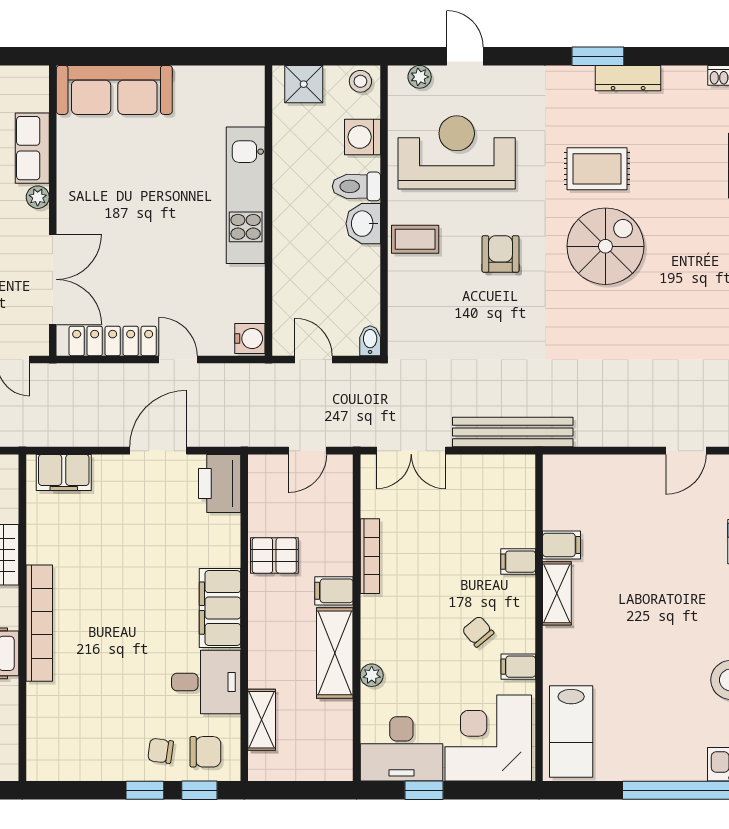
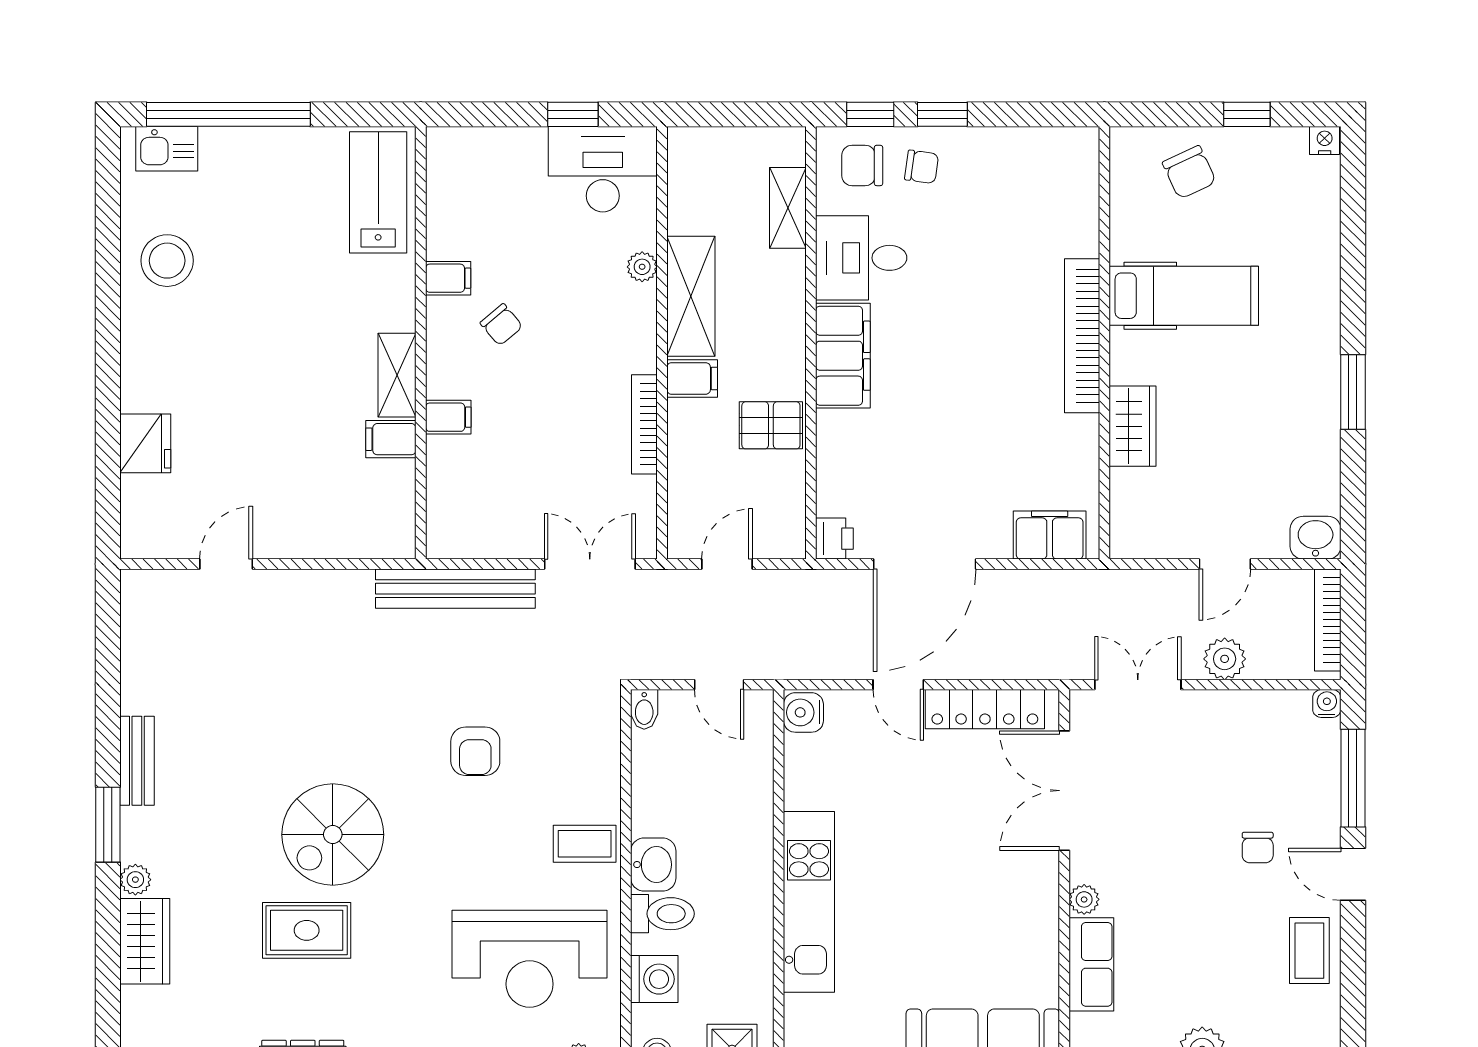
rug: (597, 169) -> (307, 930), moved
armchair: (501, 254) -> (475, 751), moved
door: (158, 451) -> (925, 564), width x1.36
printer: (220, 483) -> (834, 539), width x0.53, depth x0.68
corner desk: (488, 738) -> (488, 184), removed

